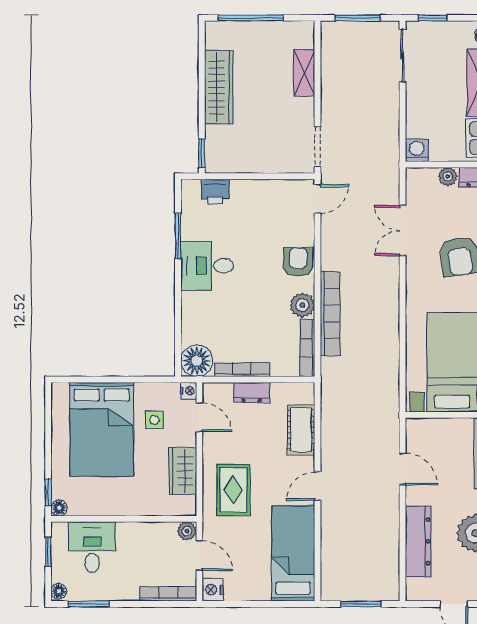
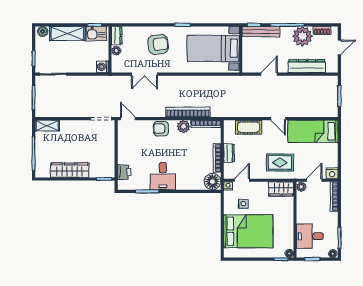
shelving: (304, 73) -> (47, 126), moved
wardrobe: (183, 471) -> (281, 189), moved

